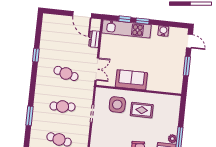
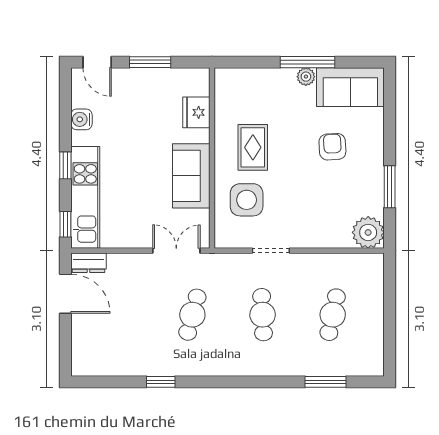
door: (82, 15) -> (65, 294), hinge flipped
window: (125, 19) -> (65, 224), moved
dresser: (94, 39) -> (88, 263), moved
door: (189, 41) -> (97, 62), swing flipped
fridge: (161, 85) -> (196, 112), added
window: (30, 116) -> (326, 382), moved

